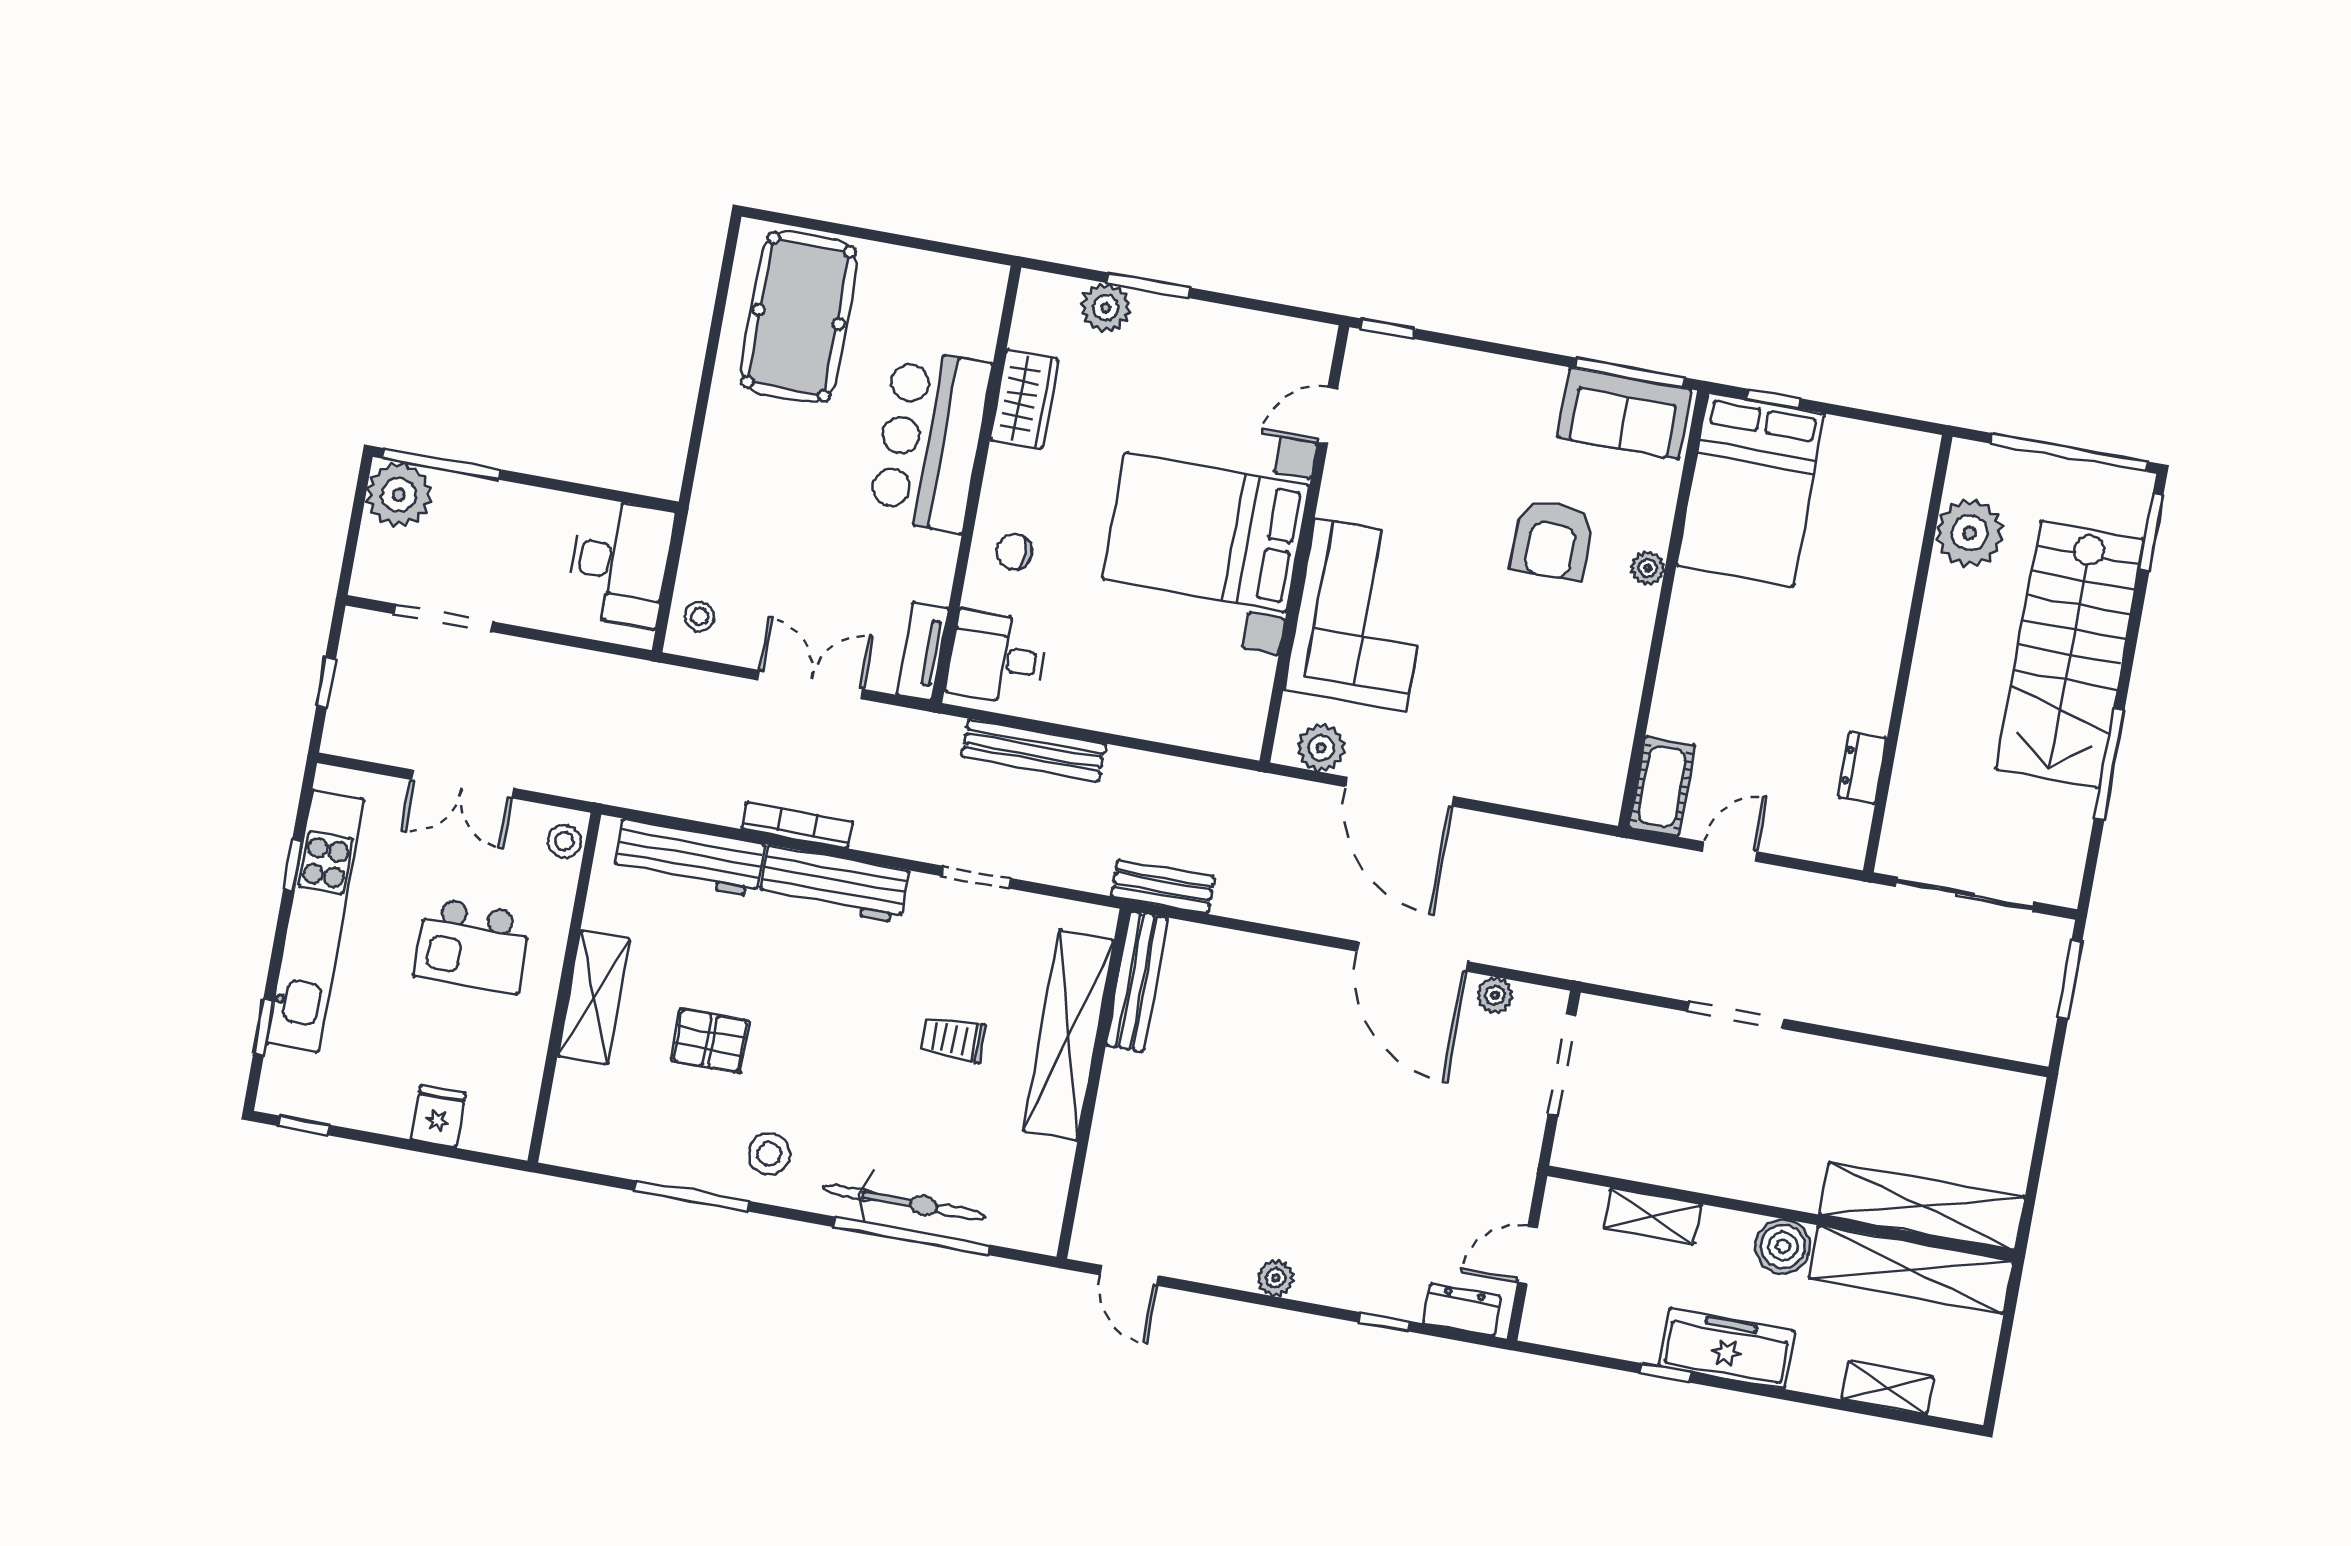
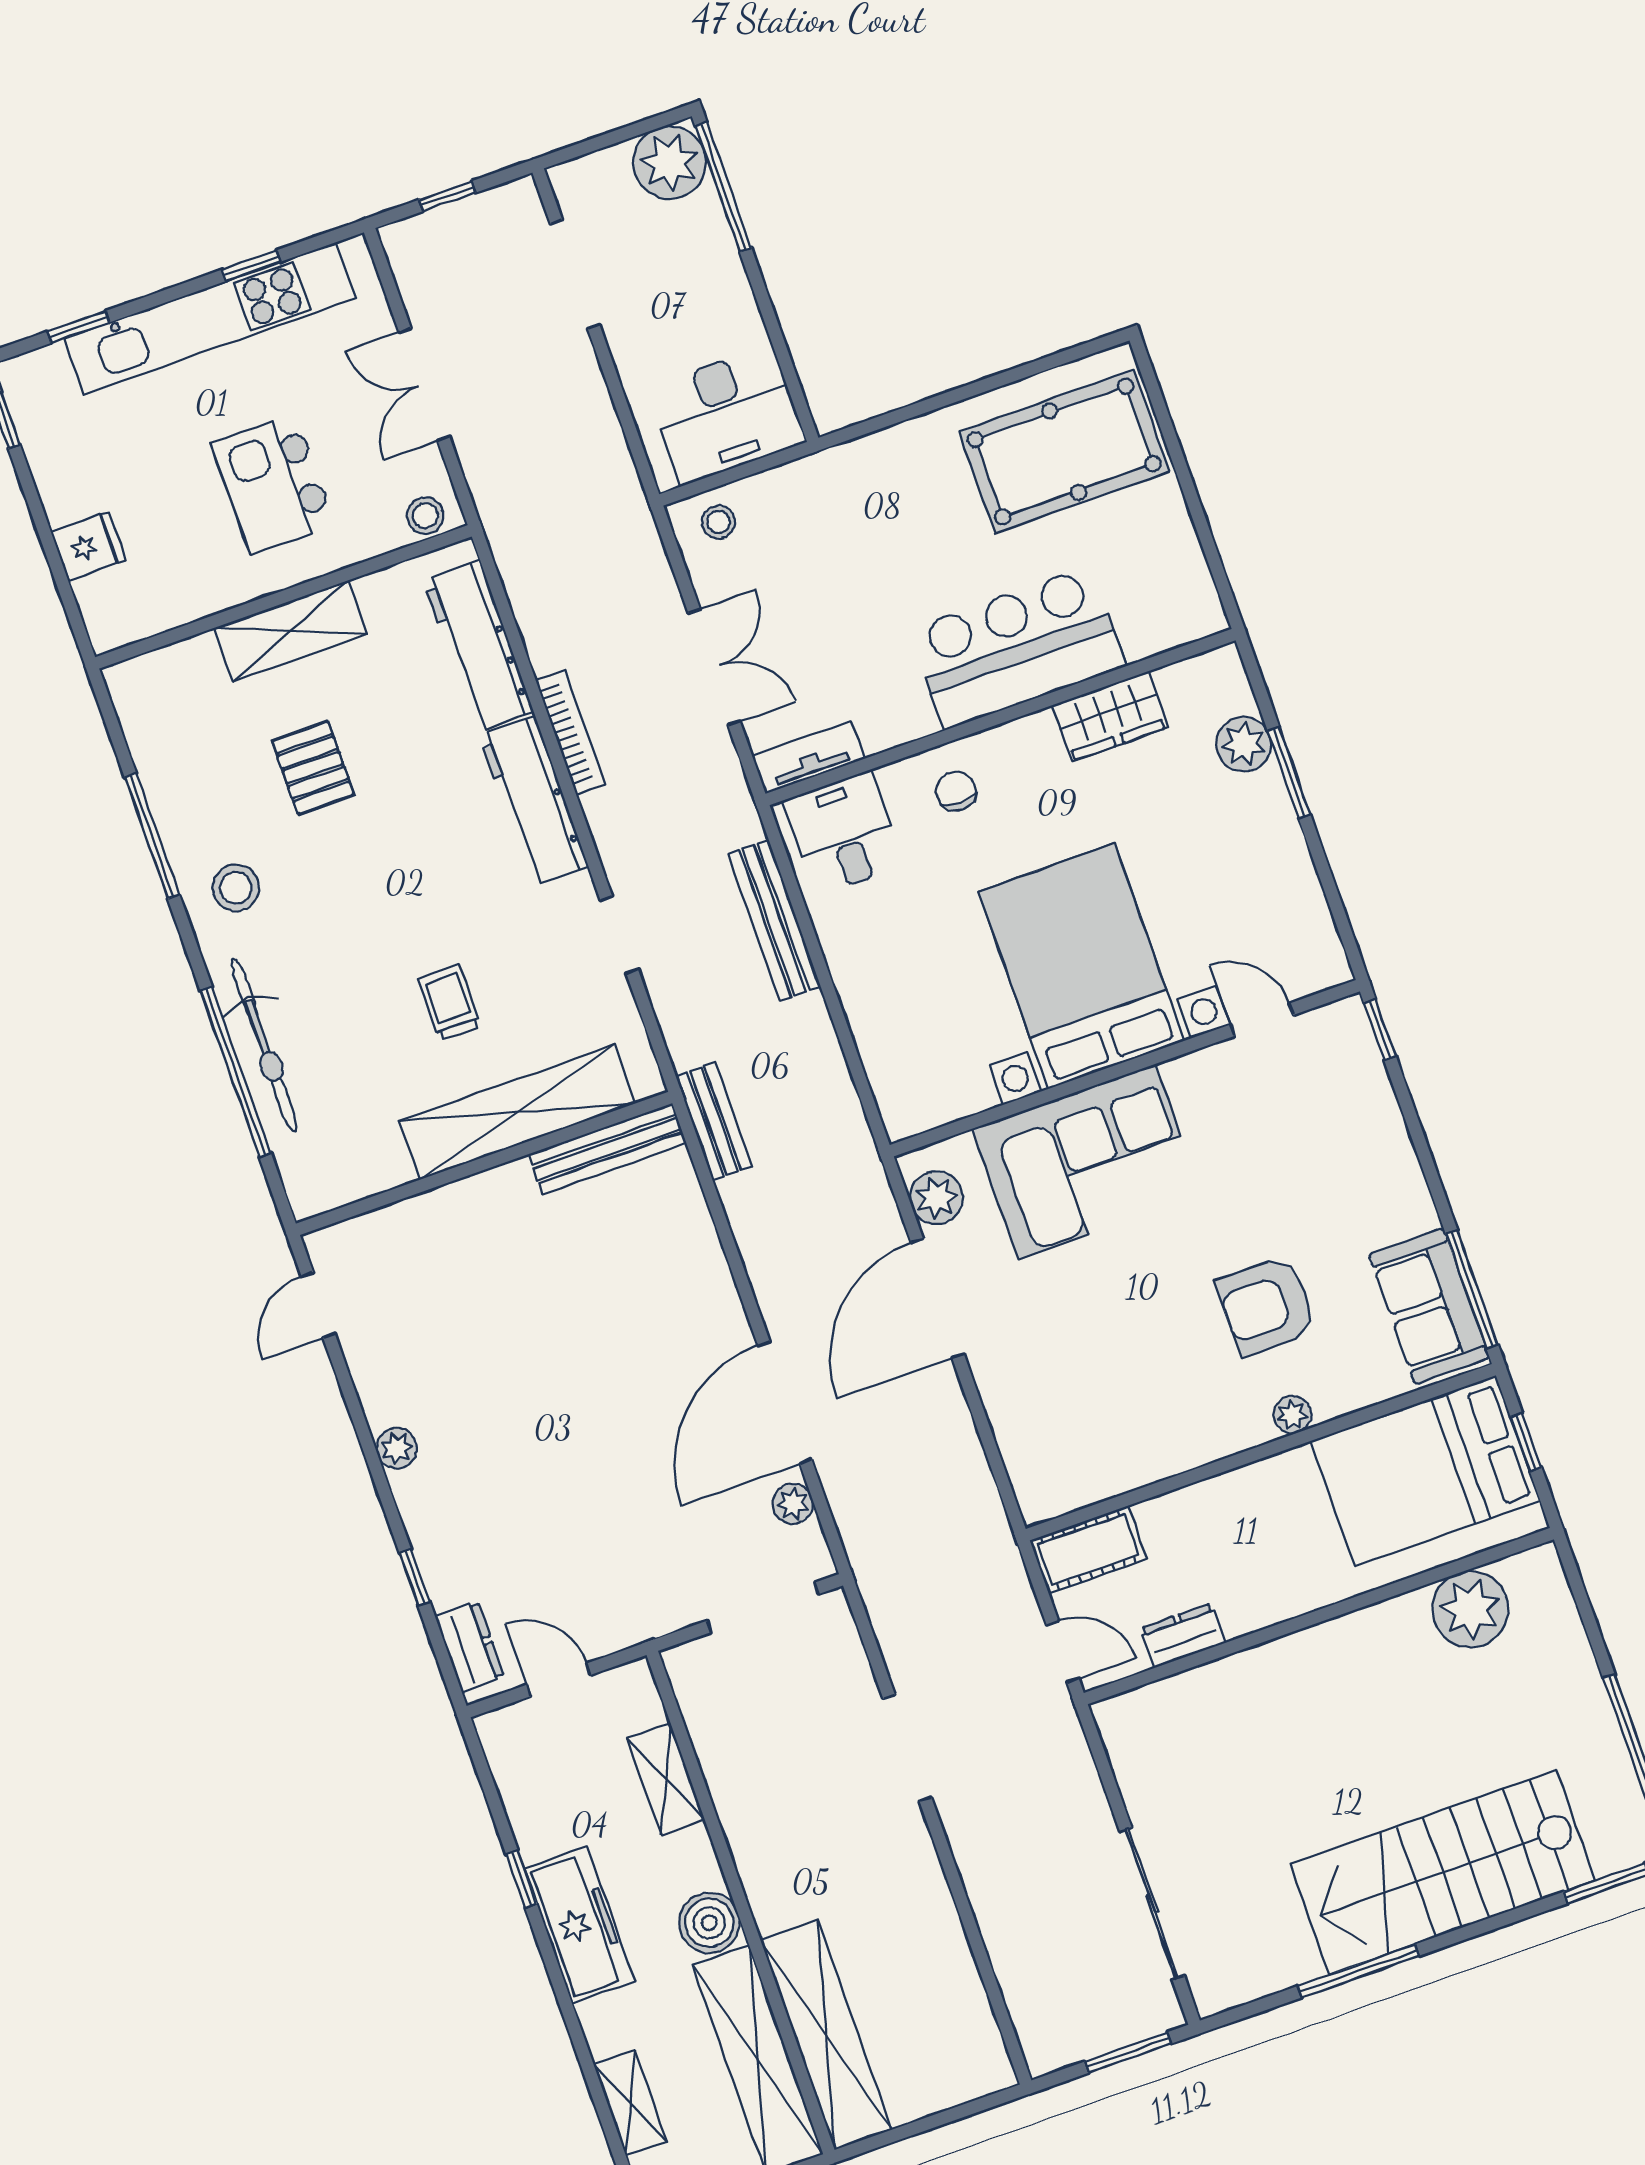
plant: (1970, 533) -> (1470, 1609), moved
wall: (1908, 654) -> (1319, 1616), moved
dresser: (1862, 768) -> (1183, 1635), moved

